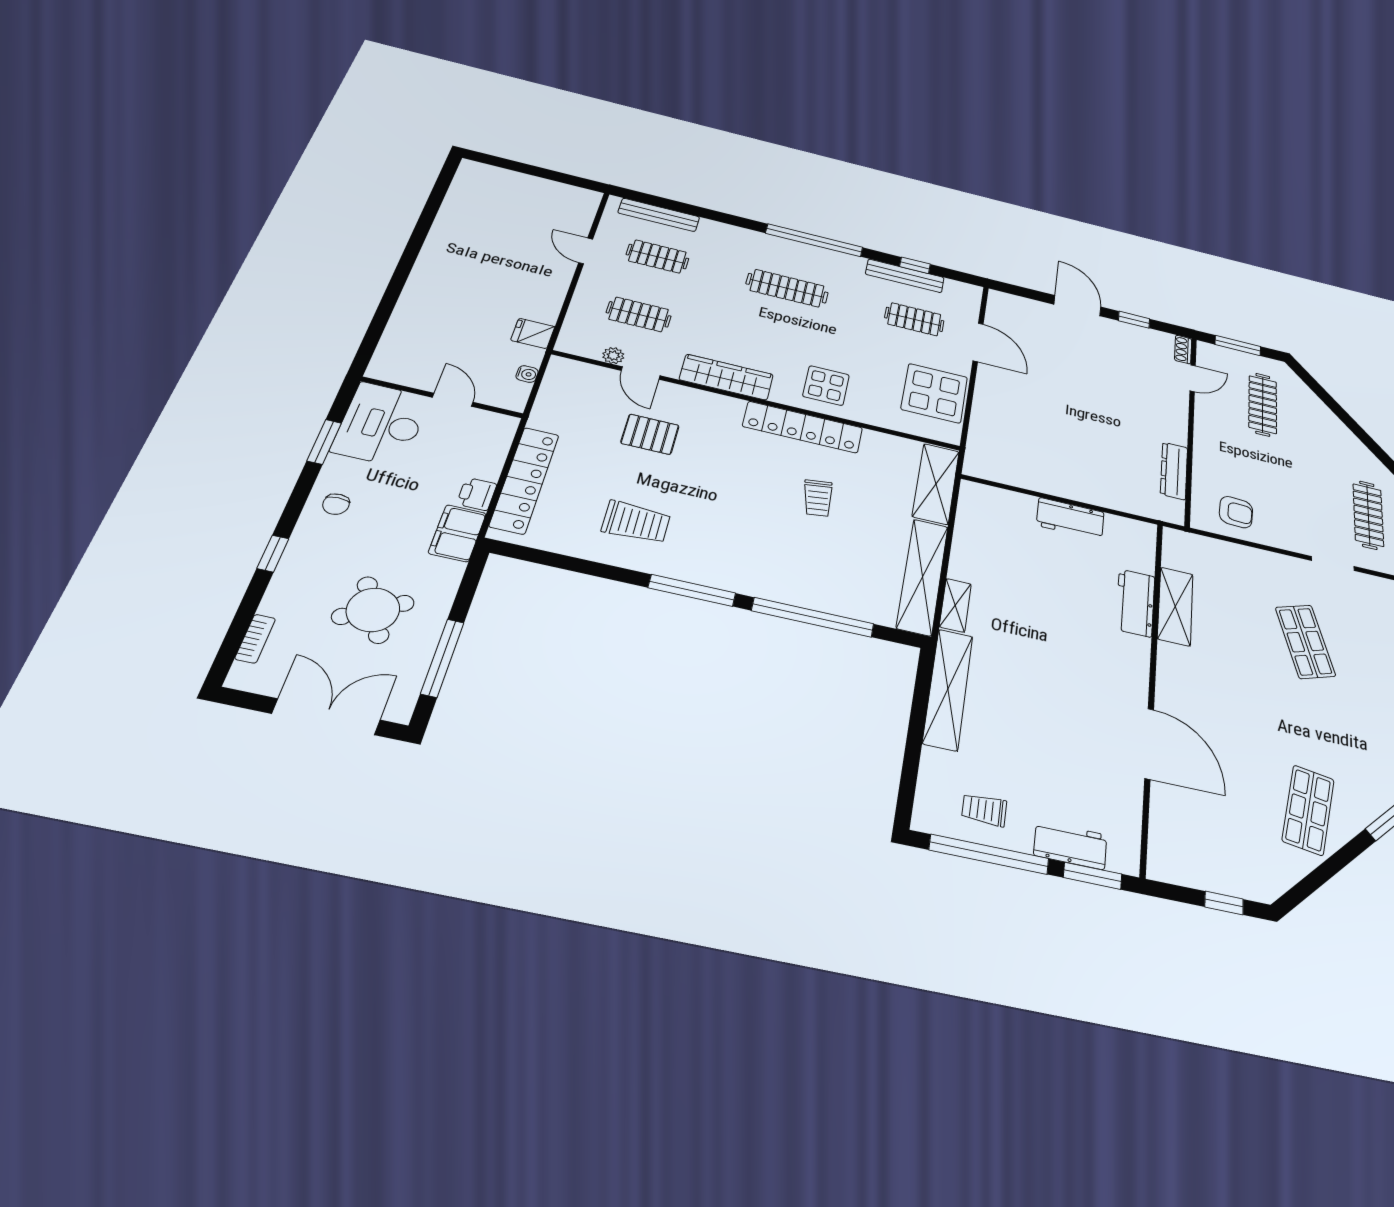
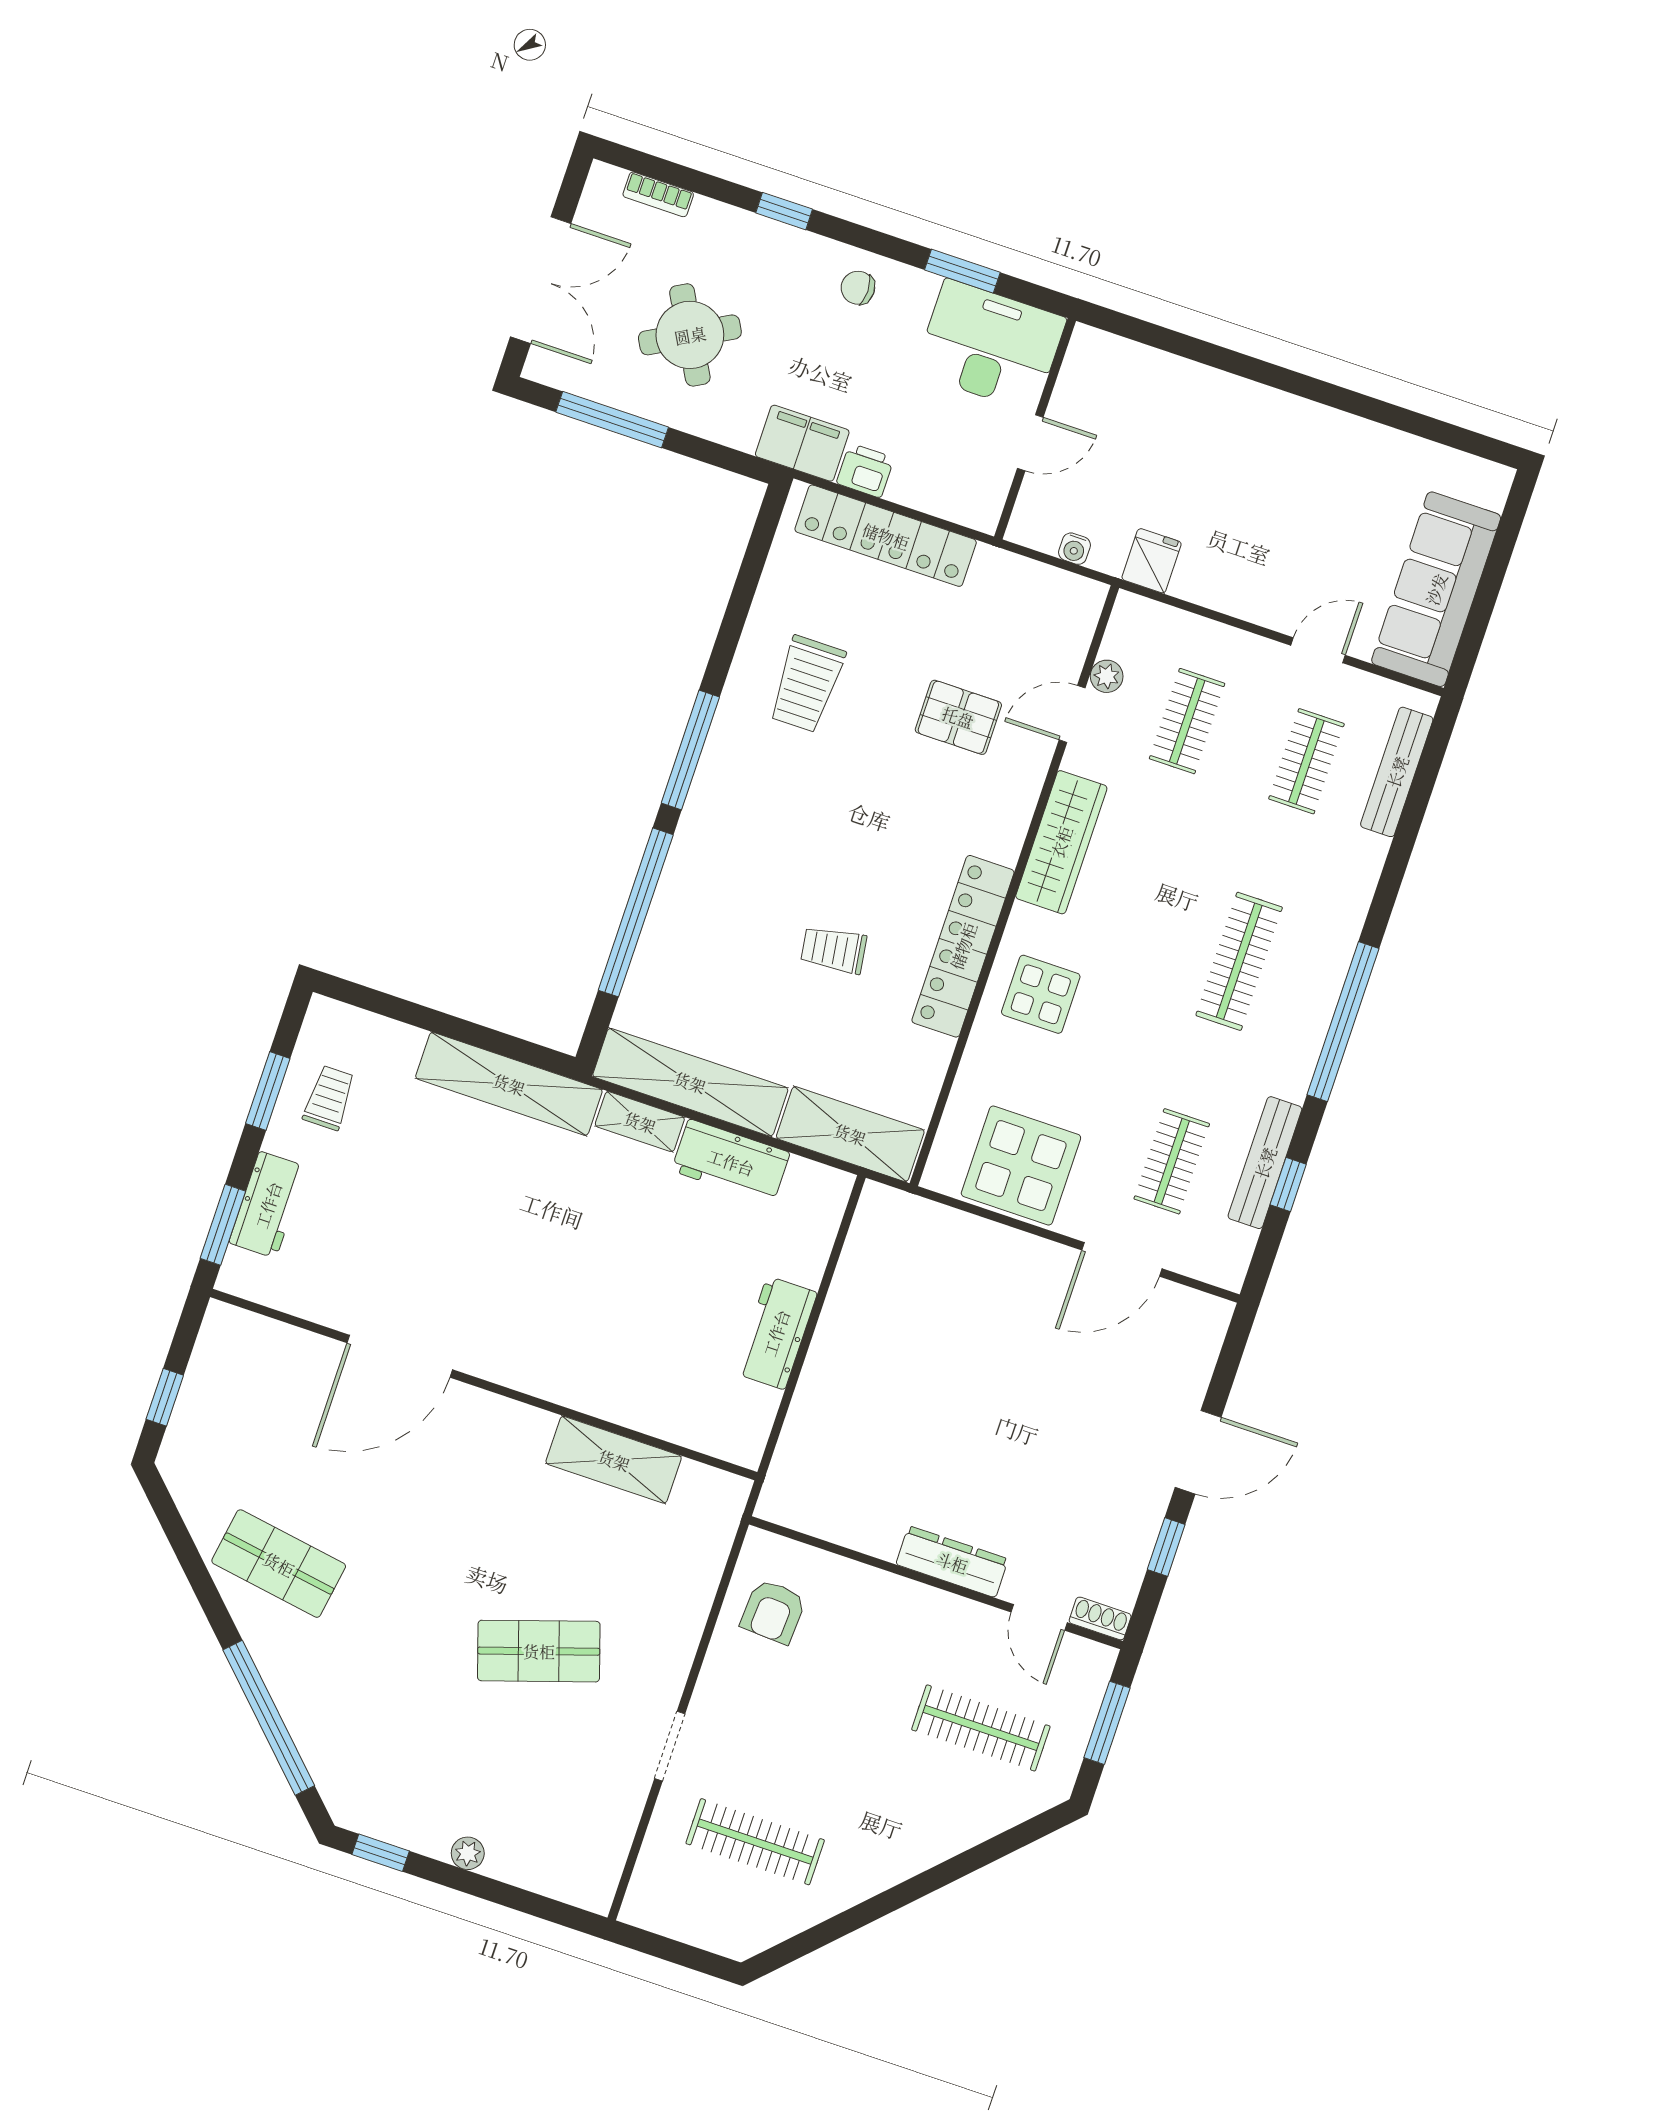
sofa: (542, 196) -> (1436, 589), added
pallet: (650, 434) -> (958, 717), turned 90
dresser: (1174, 471) -> (952, 1562), moved
workbench: (1135, 603) -> (731, 1162), moved, turned 180
window: (989, 854) -> (268, 1091), width x0.47

